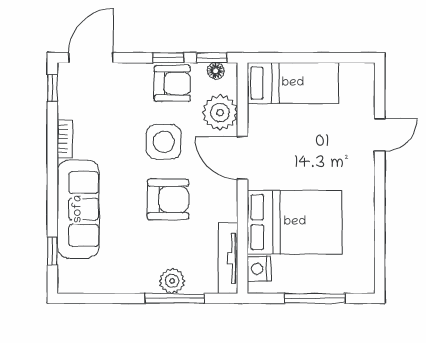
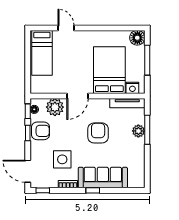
bed: (293, 83) -> (42, 53), moved, turned 180
armchair: (172, 84) -> (41, 131), turned 90
side table: (164, 142) -> (62, 159), moved
window: (52, 251) -> (93, 190), moved
floor lamp: (360, 278) -> (137, 38), added

